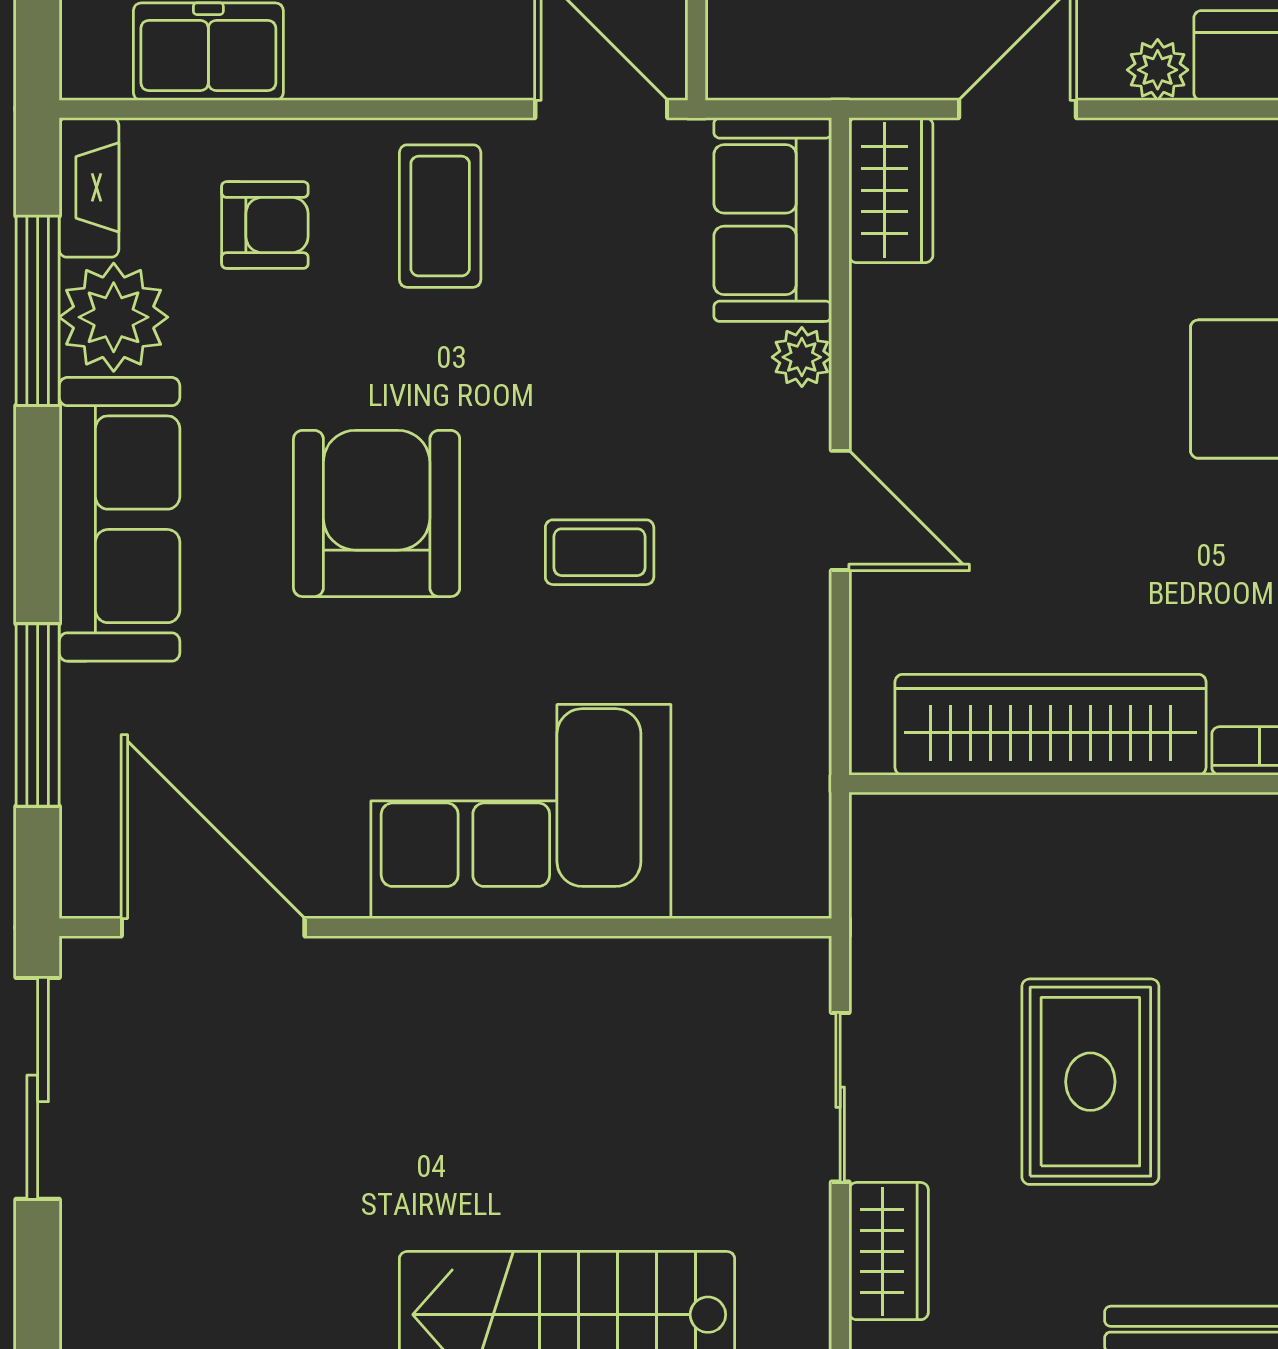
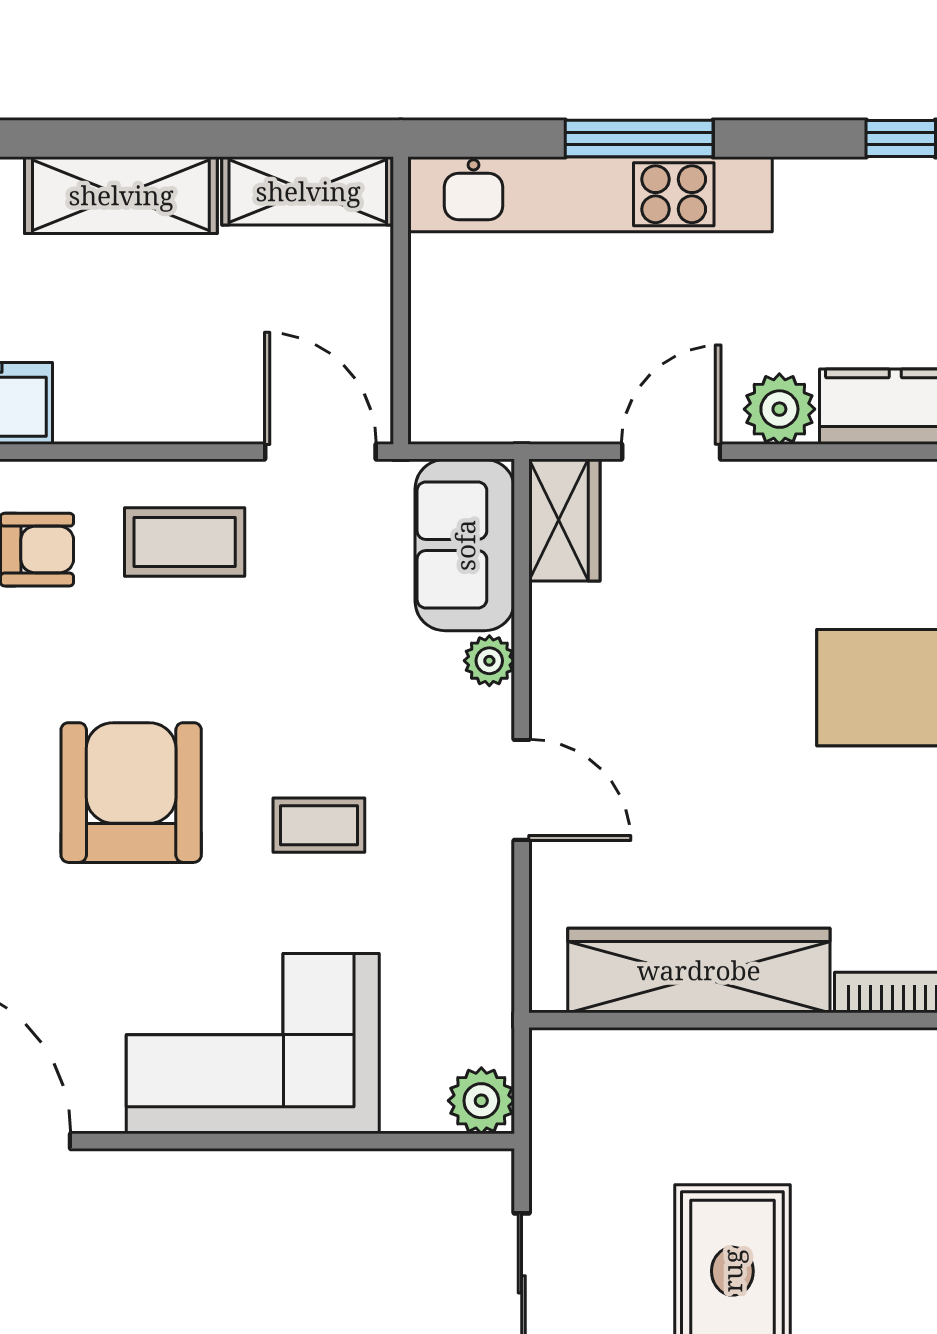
plant: (1158, 70) -> (779, 409), width x1.38, depth x1.38
coffee table: (440, 216) -> (185, 542), turned 90
plant: (792, 879) -> (481, 1101), added

